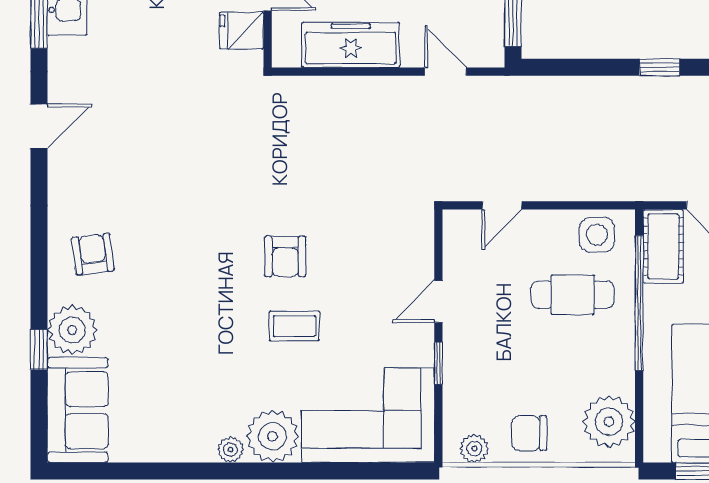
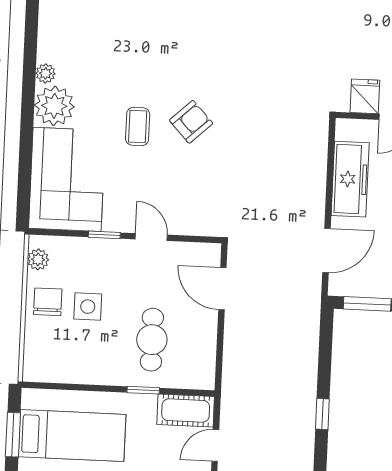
door: (446, 72) -> (326, 251), width x1.38
door: (502, 205) -> (222, 289), width x1.38
side table: (597, 235) -> (88, 307), moved
armchair: (285, 256) -> (191, 122), turned 137
window: (639, 303) -> (143, 390), width x0.32
plant: (609, 422) -> (54, 363), removed

